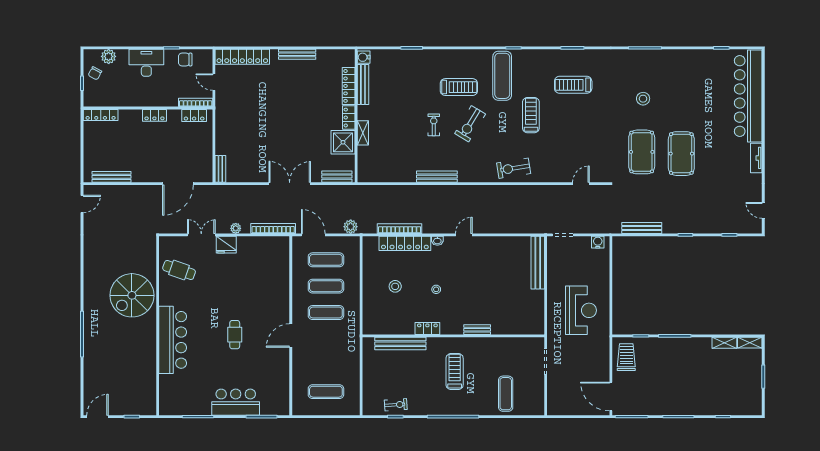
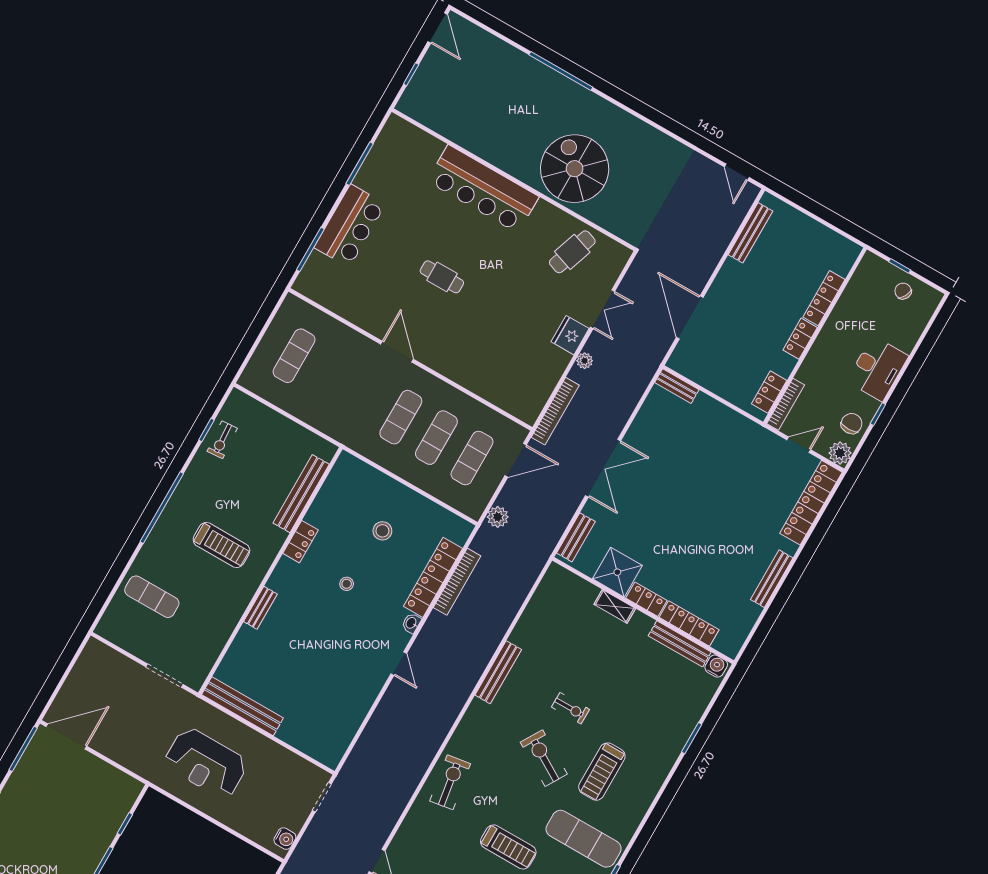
plant: (109, 56) -> (840, 453), moved
locker: (101, 115) -> (824, 298), moved
bench: (538, 263) -> (242, 706), moved
trolley: (626, 357) -> (108, 788), removed

